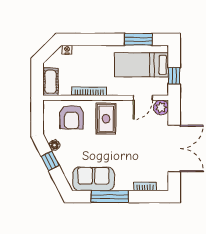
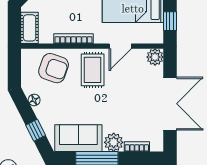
door: (143, 98) -> (120, 46), moved
armchair: (72, 117) -> (54, 68), turned -71
window: (50, 161) -> (36, 130), moved
plant: (125, 183) -> (114, 142), added

